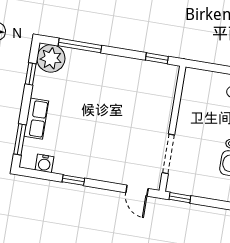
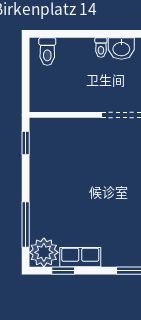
row of seats: (36, 119) -> (80, 257), moved

